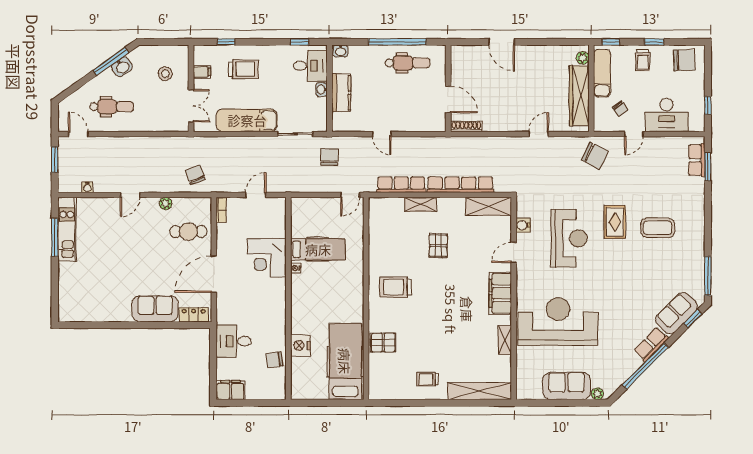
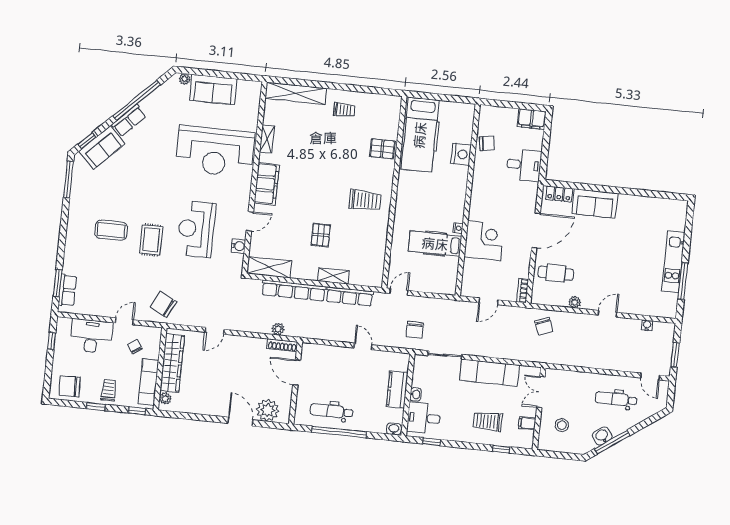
plant: (474, 57) -> (268, 410), added
plant: (473, 143) -> (278, 329), added
kitchen unit: (67, 229) -> (673, 262), moved

